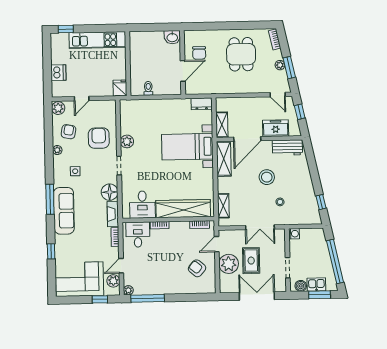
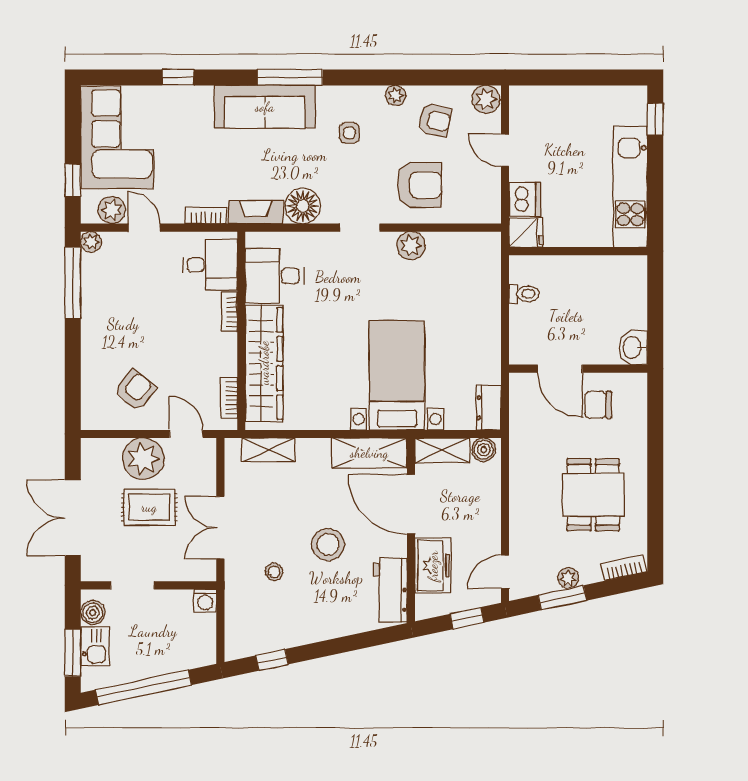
dining table: (241, 54) -> (593, 495), turned 90
dishwasher: (58, 73) -> (525, 200), moved, turned -90
boiler: (221, 106) -> (484, 450), added
double door: (257, 296) -> (73, 518), swing flipped

